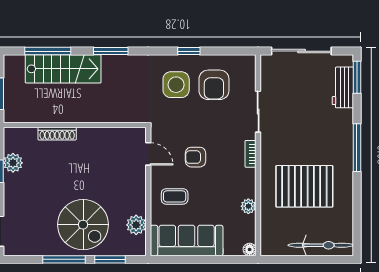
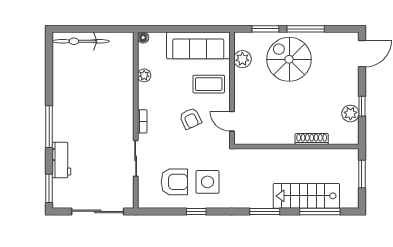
armchair: (214, 85) -> (174, 182), turned 90
workbench: (343, 87) -> (61, 160), moved
armchair: (196, 157) -> (190, 118), turned 65
pallet: (304, 186) -> (95, 93), removed
coffee table: (175, 196) -> (209, 84), width x1.36, depth x1.30

